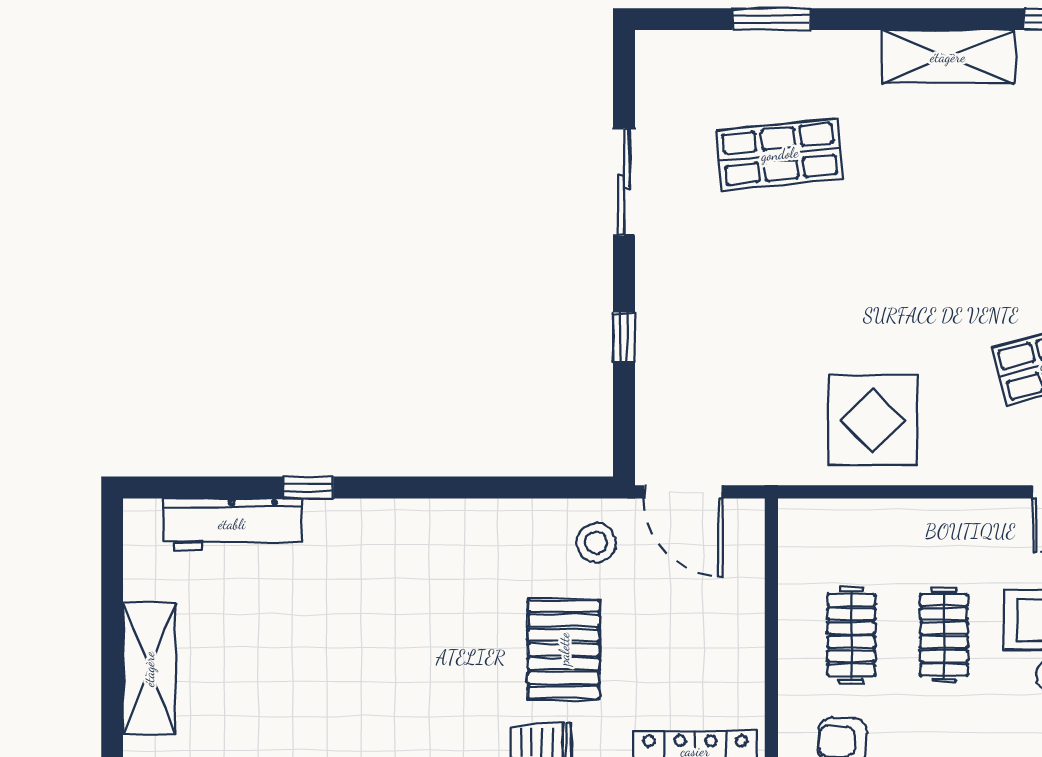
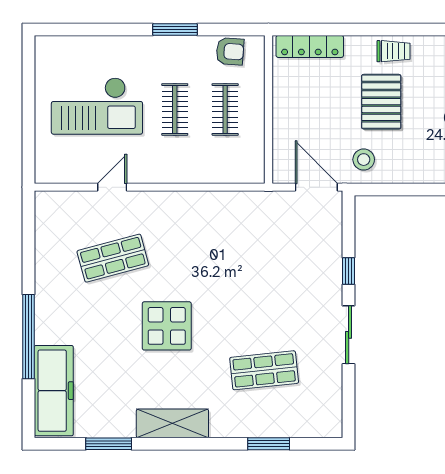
sliding door: (624, 182) -> (349, 335), moved
display table: (873, 420) -> (167, 326), moved

